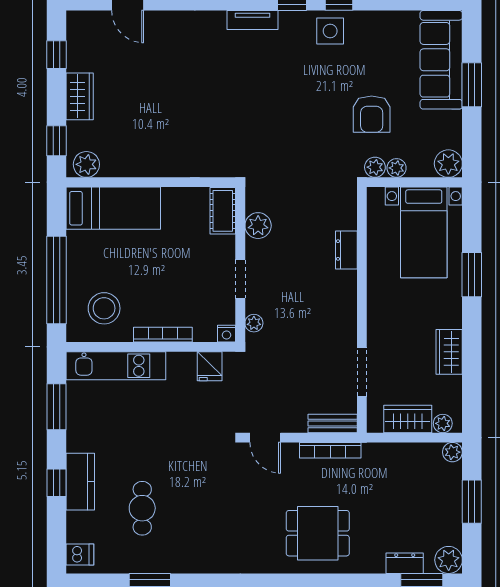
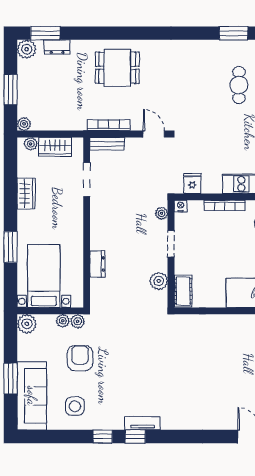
tv unit: (252, 20) -> (142, 423), moved
side table: (330, 31) -> (75, 406), moved

